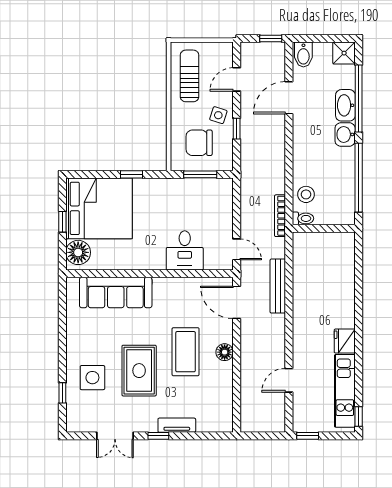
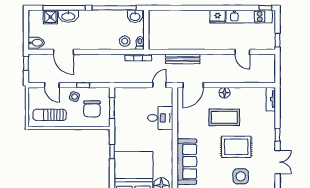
shower: (344, 53) -> (50, 17), moved
washbasin: (345, 134) -> (135, 16), moved
tv unit: (177, 425) -> (271, 99), moved

